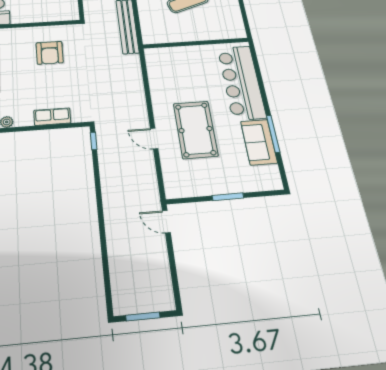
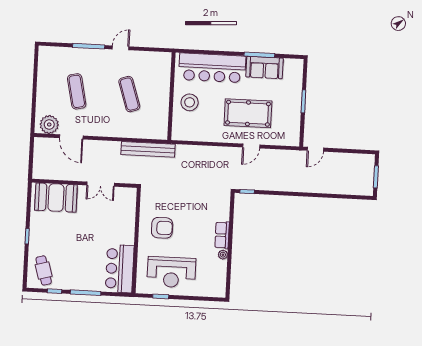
armchair: (50, 53) -> (162, 228), moved
stool: (193, 63) -> (190, 102), added
row of seats: (52, 117) -> (222, 235), moved

